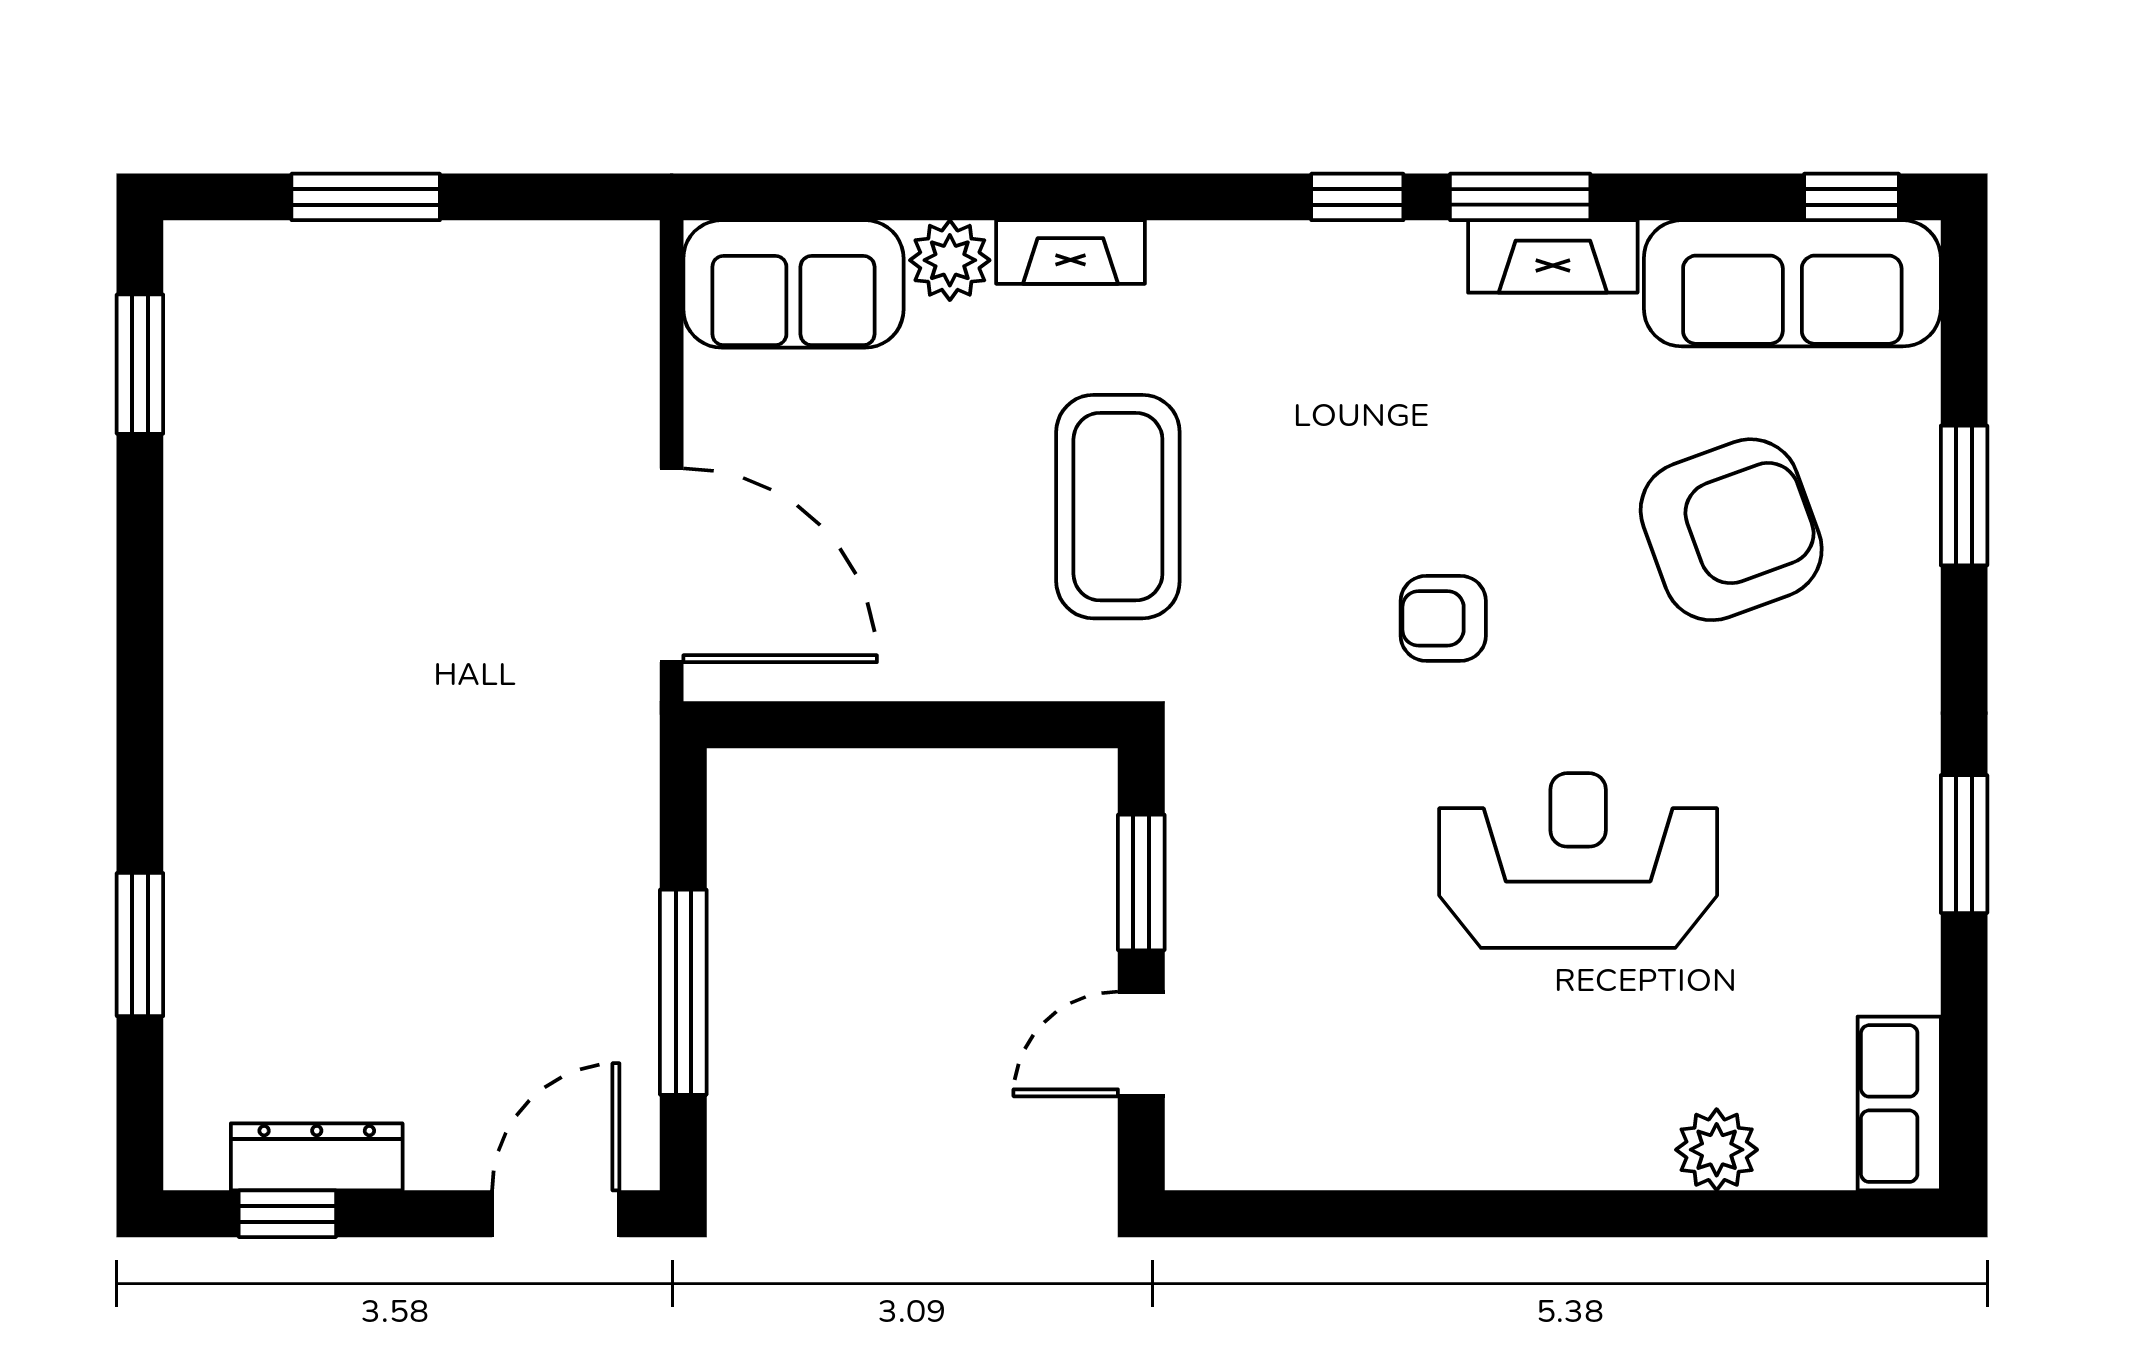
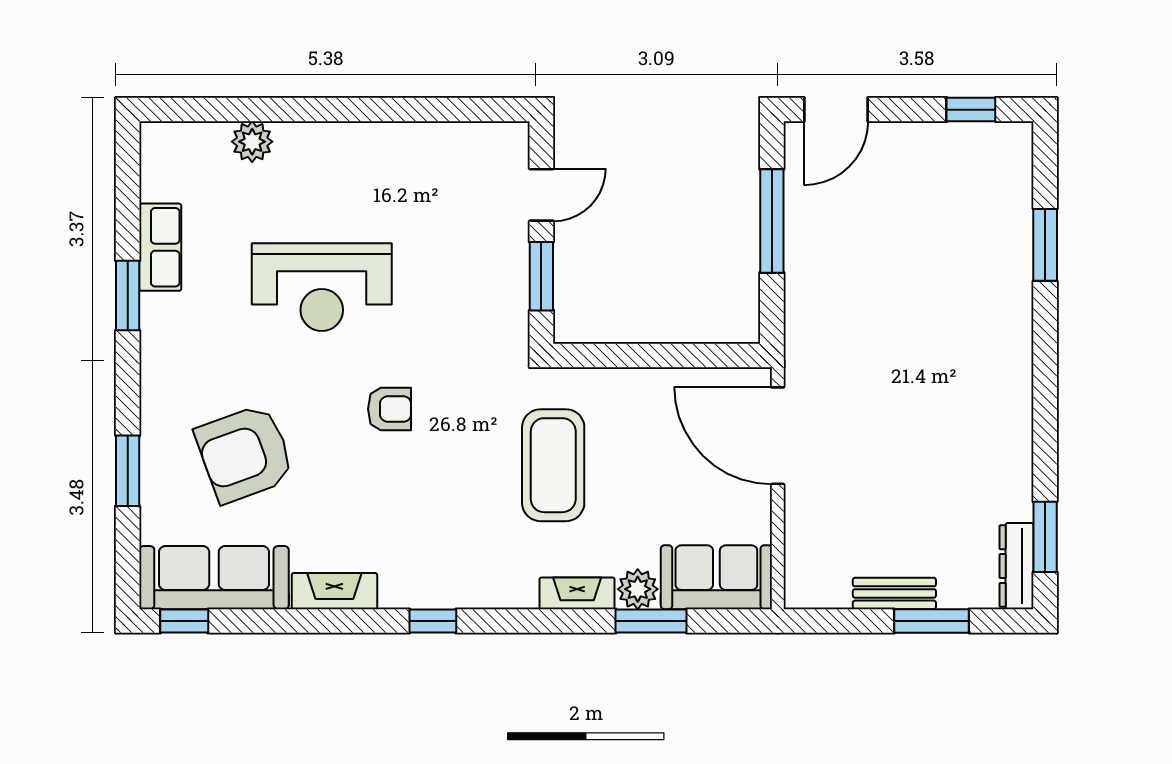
window: (1520, 197) -> (651, 621), moved
bench: (440, 252) -> (894, 593), added
row of seats: (1899, 1104) -> (160, 247), moved
dresser: (317, 1157) -> (1017, 566), moved, turned 90

